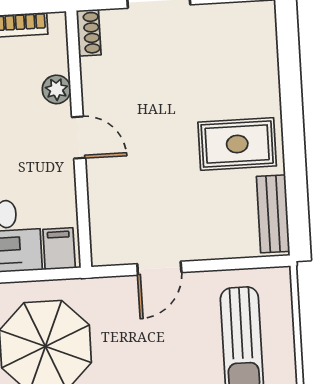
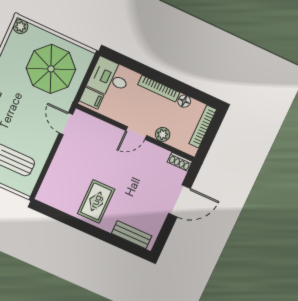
bench: (273, 214) -> (132, 235), moved
door: (159, 268) -> (66, 124), moved

